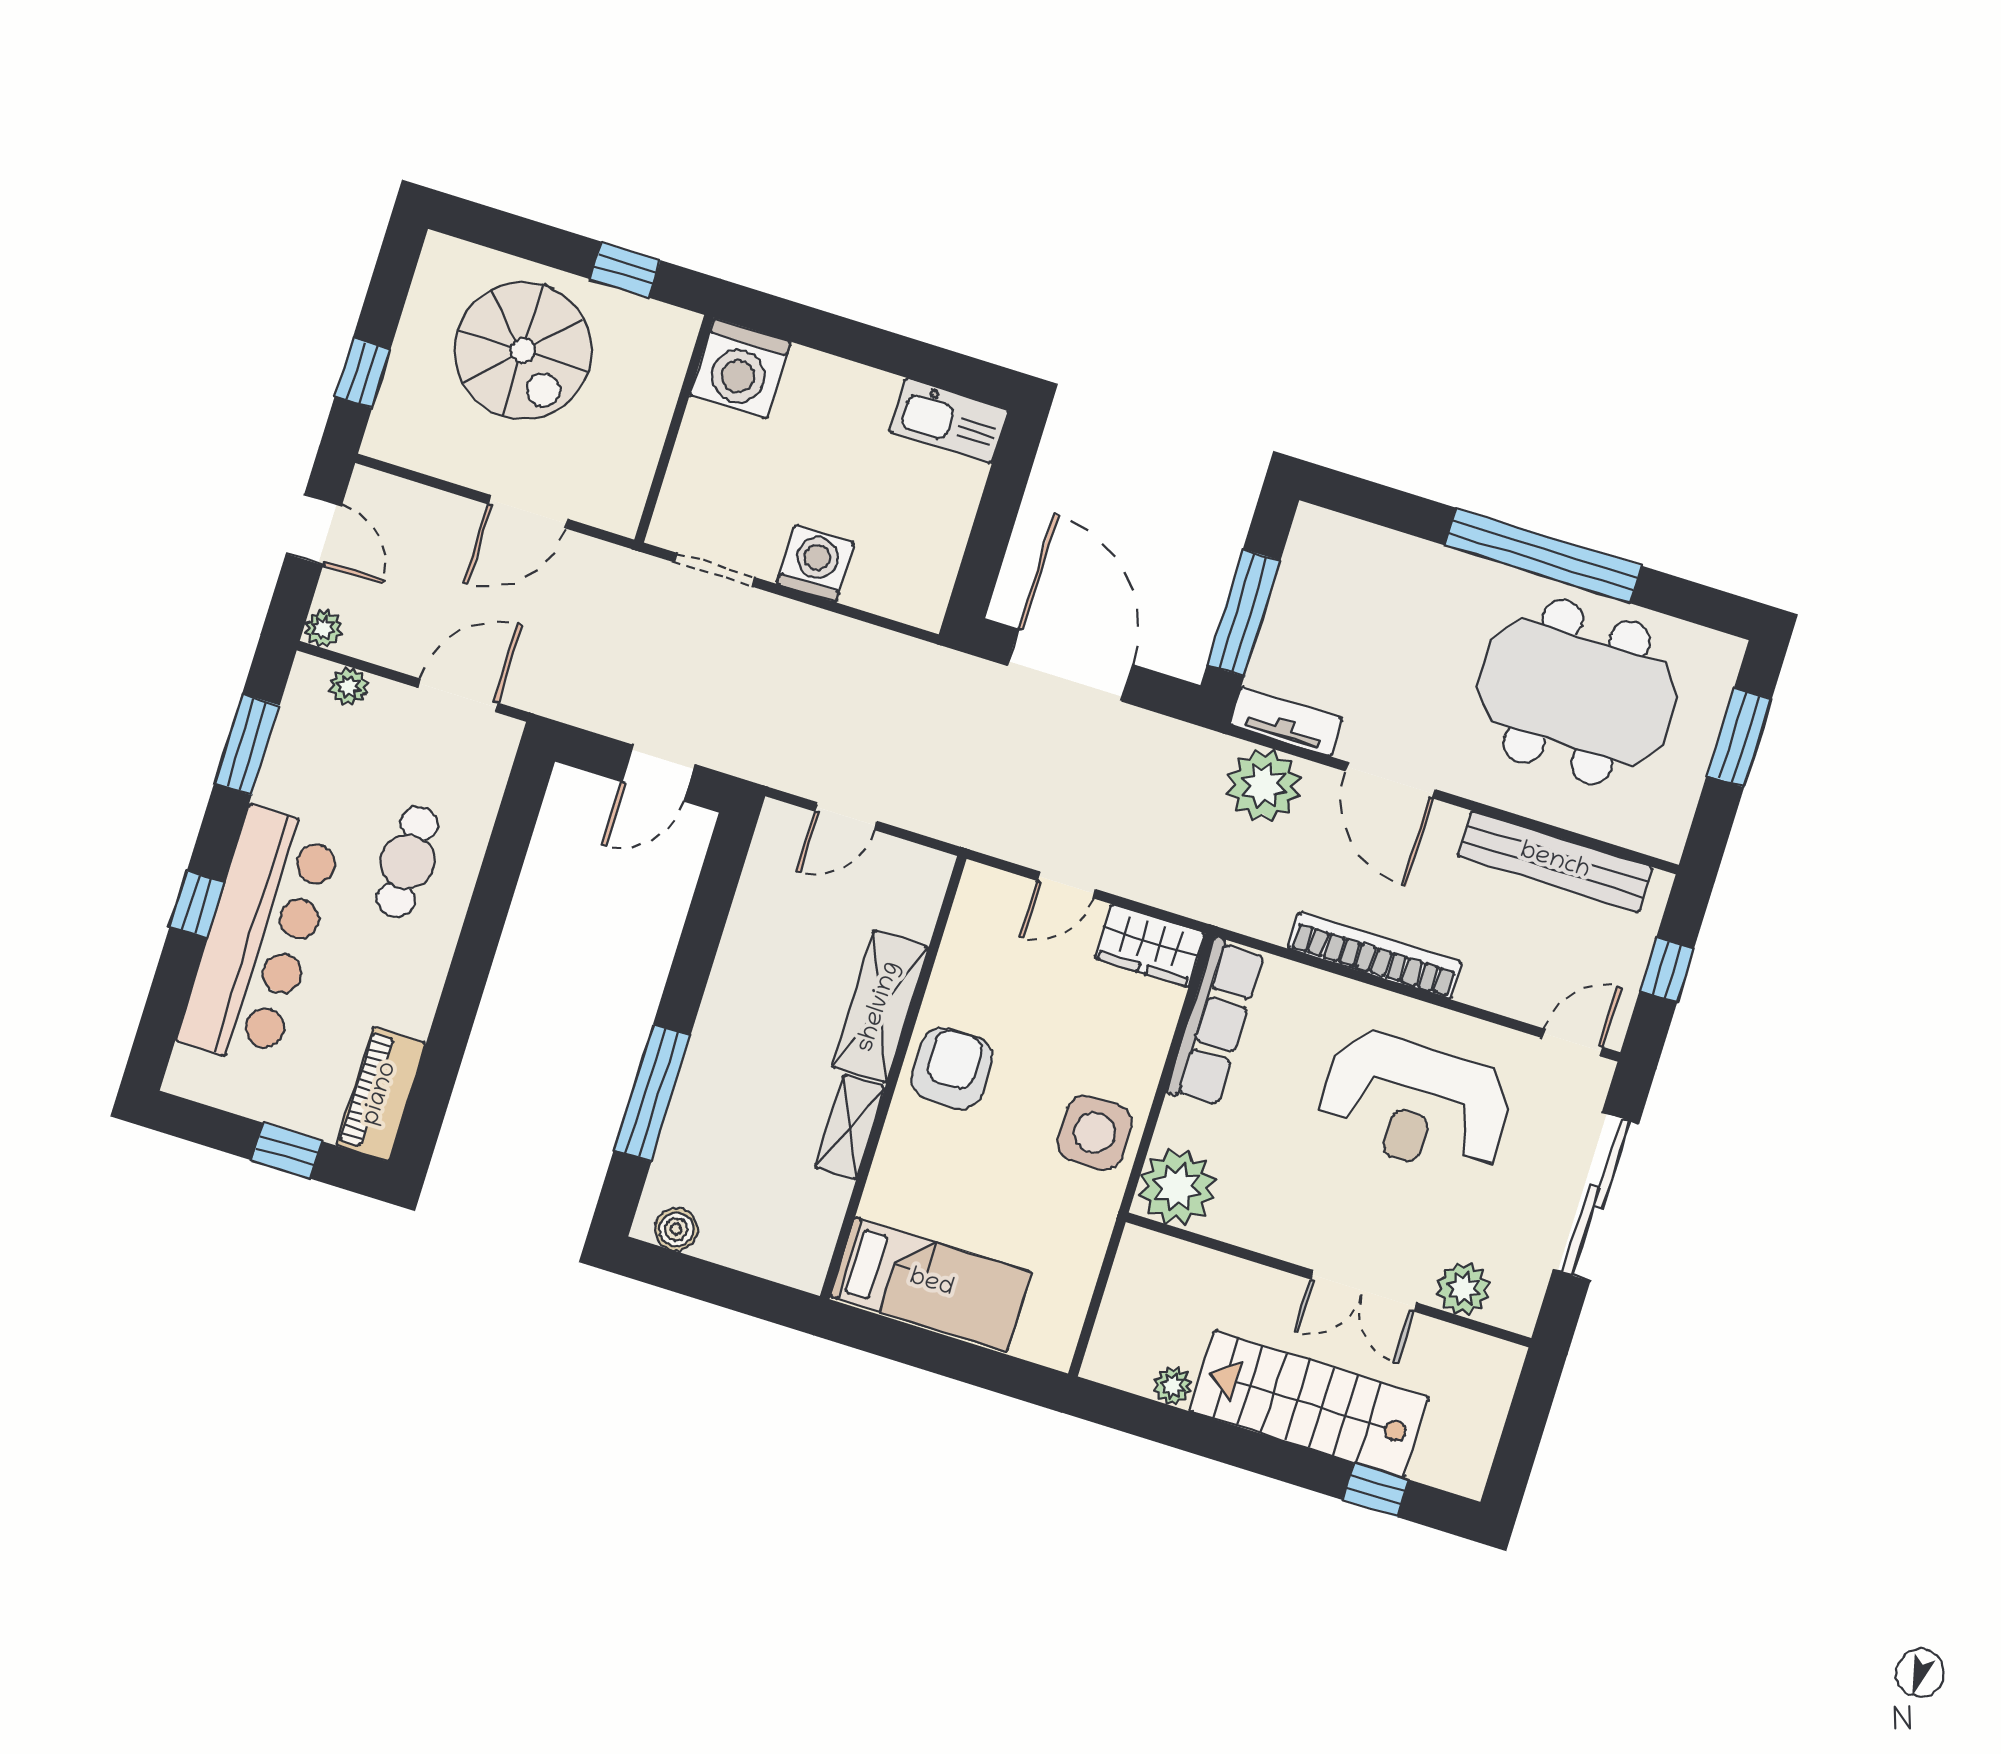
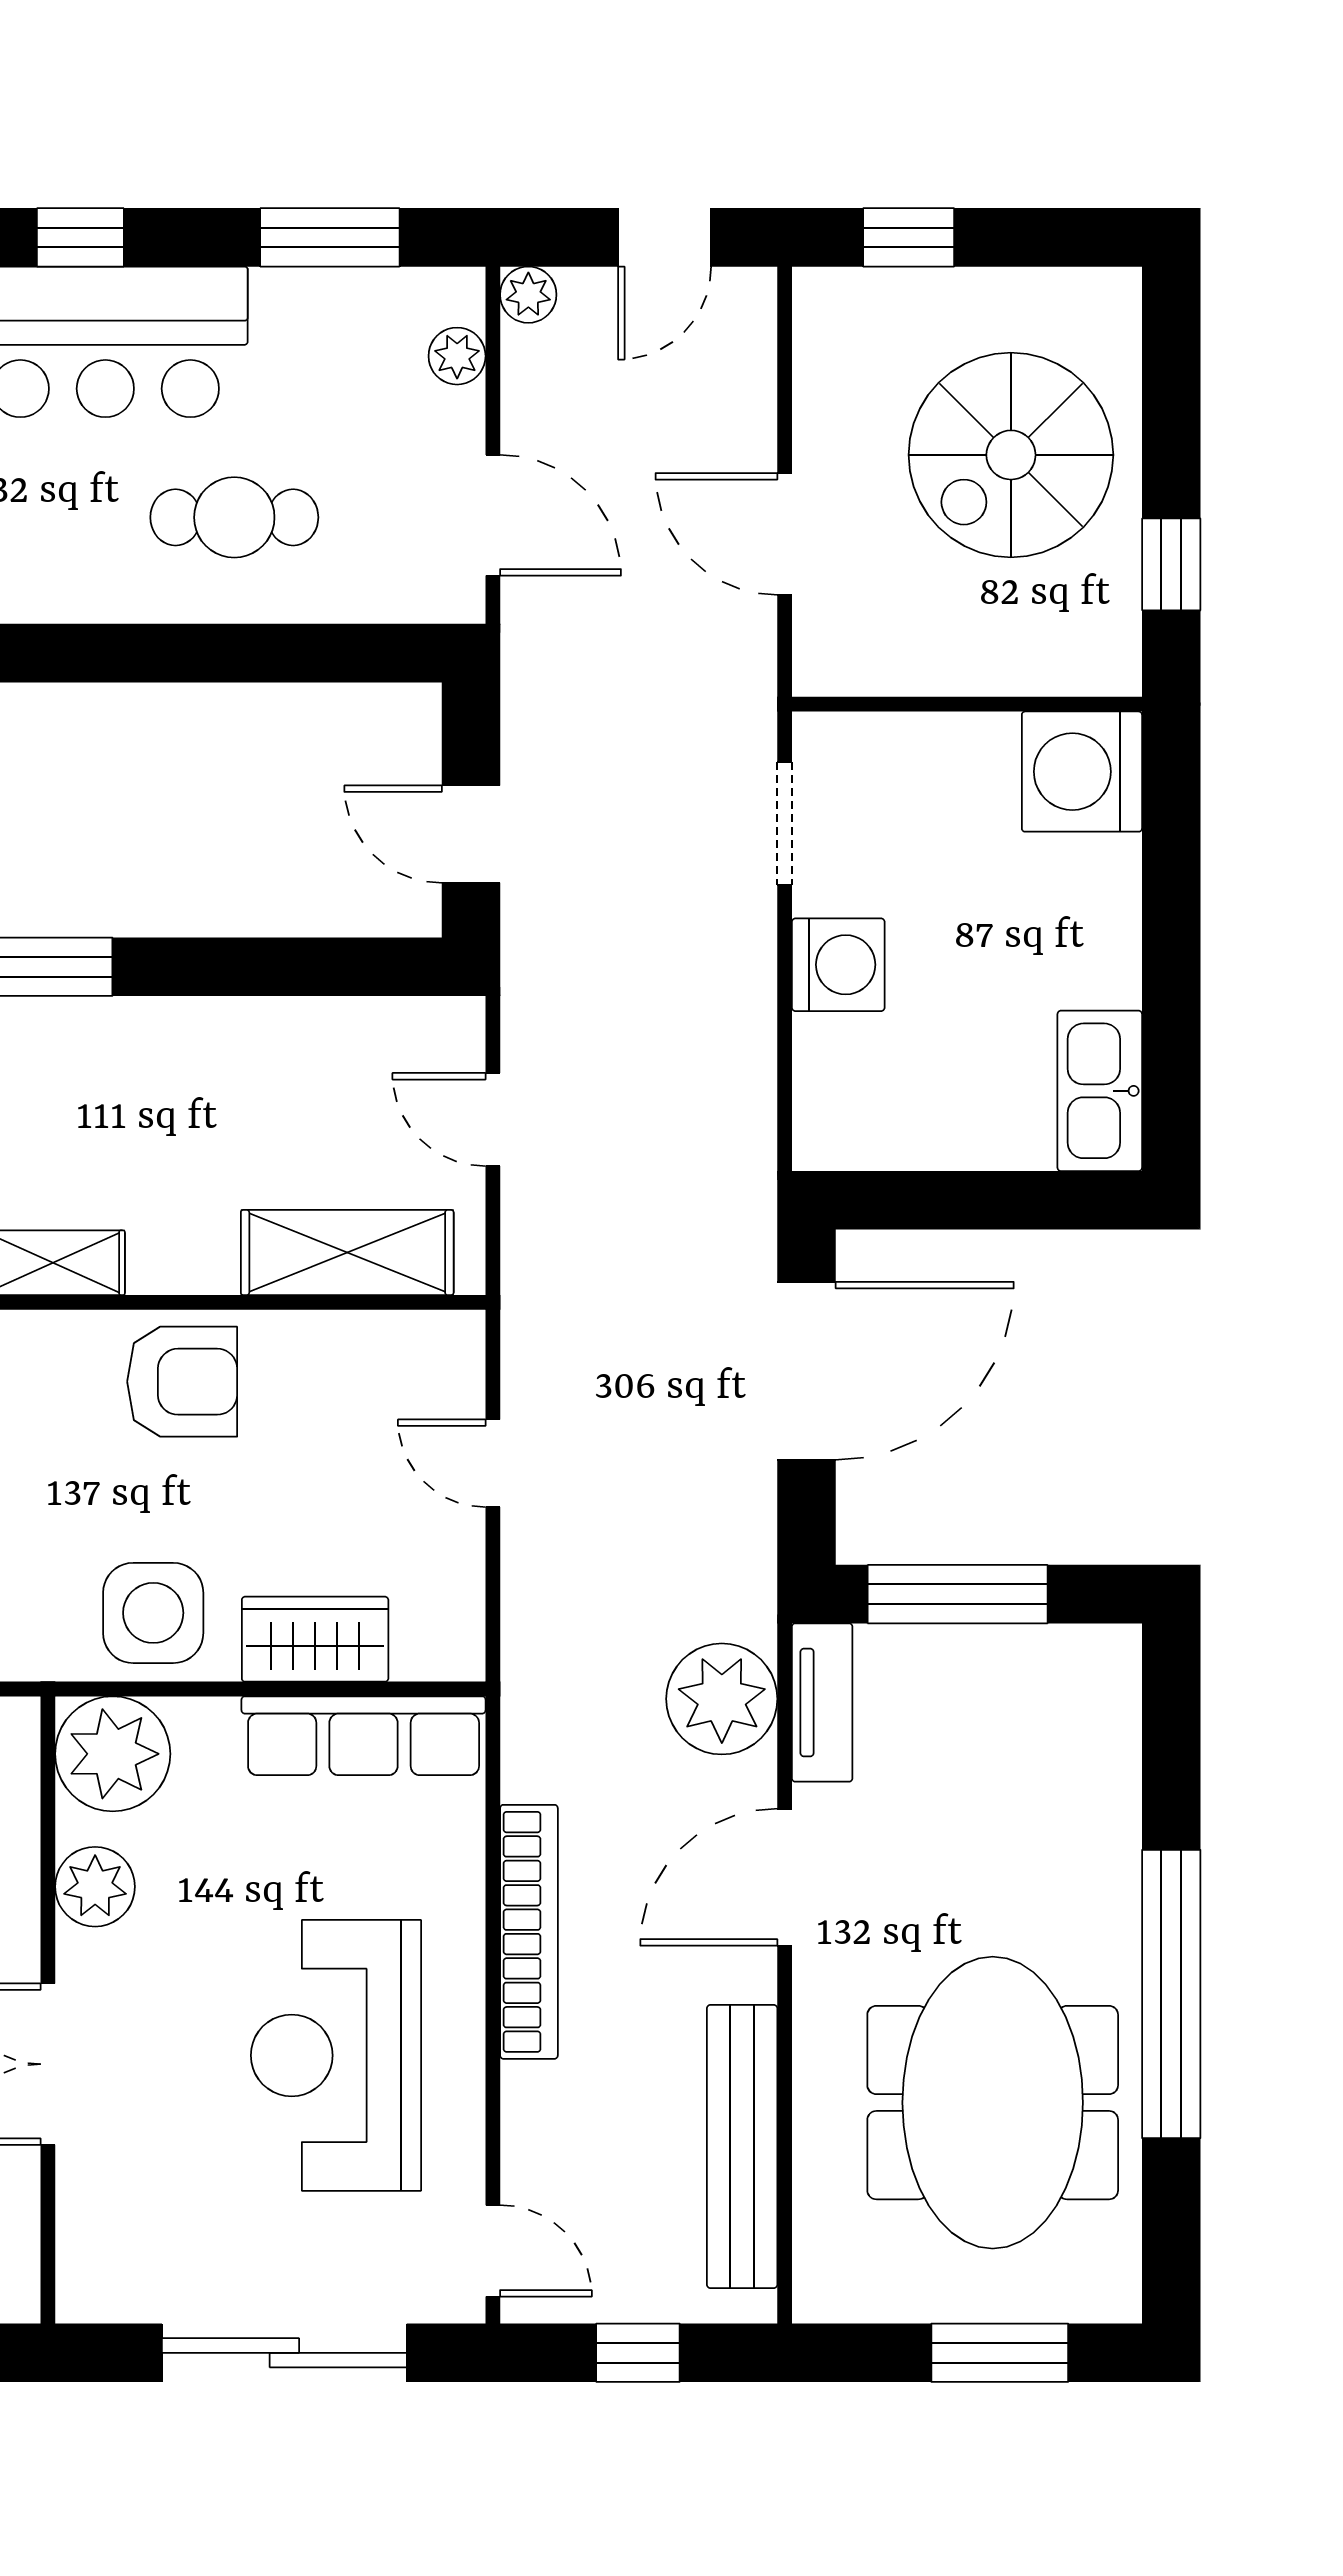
wardrobe: (1150, 946) -> (315, 1639), moved, turned 90
shelving: (880, 1007) -> (347, 1252), moved
plant: (1463, 1289) -> (95, 1887), moved

